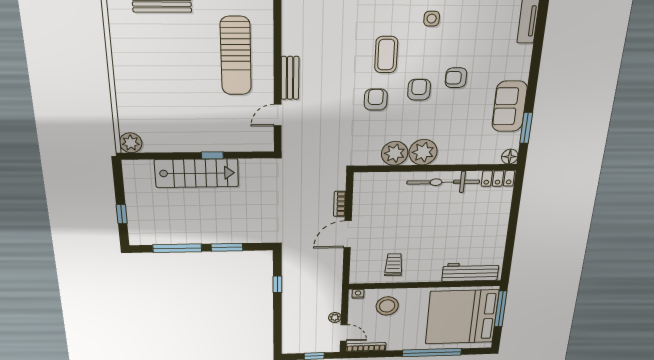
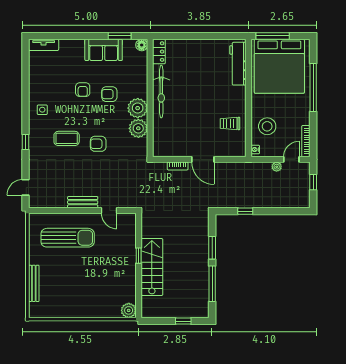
armchair: (419, 90) -> (109, 94), moved

